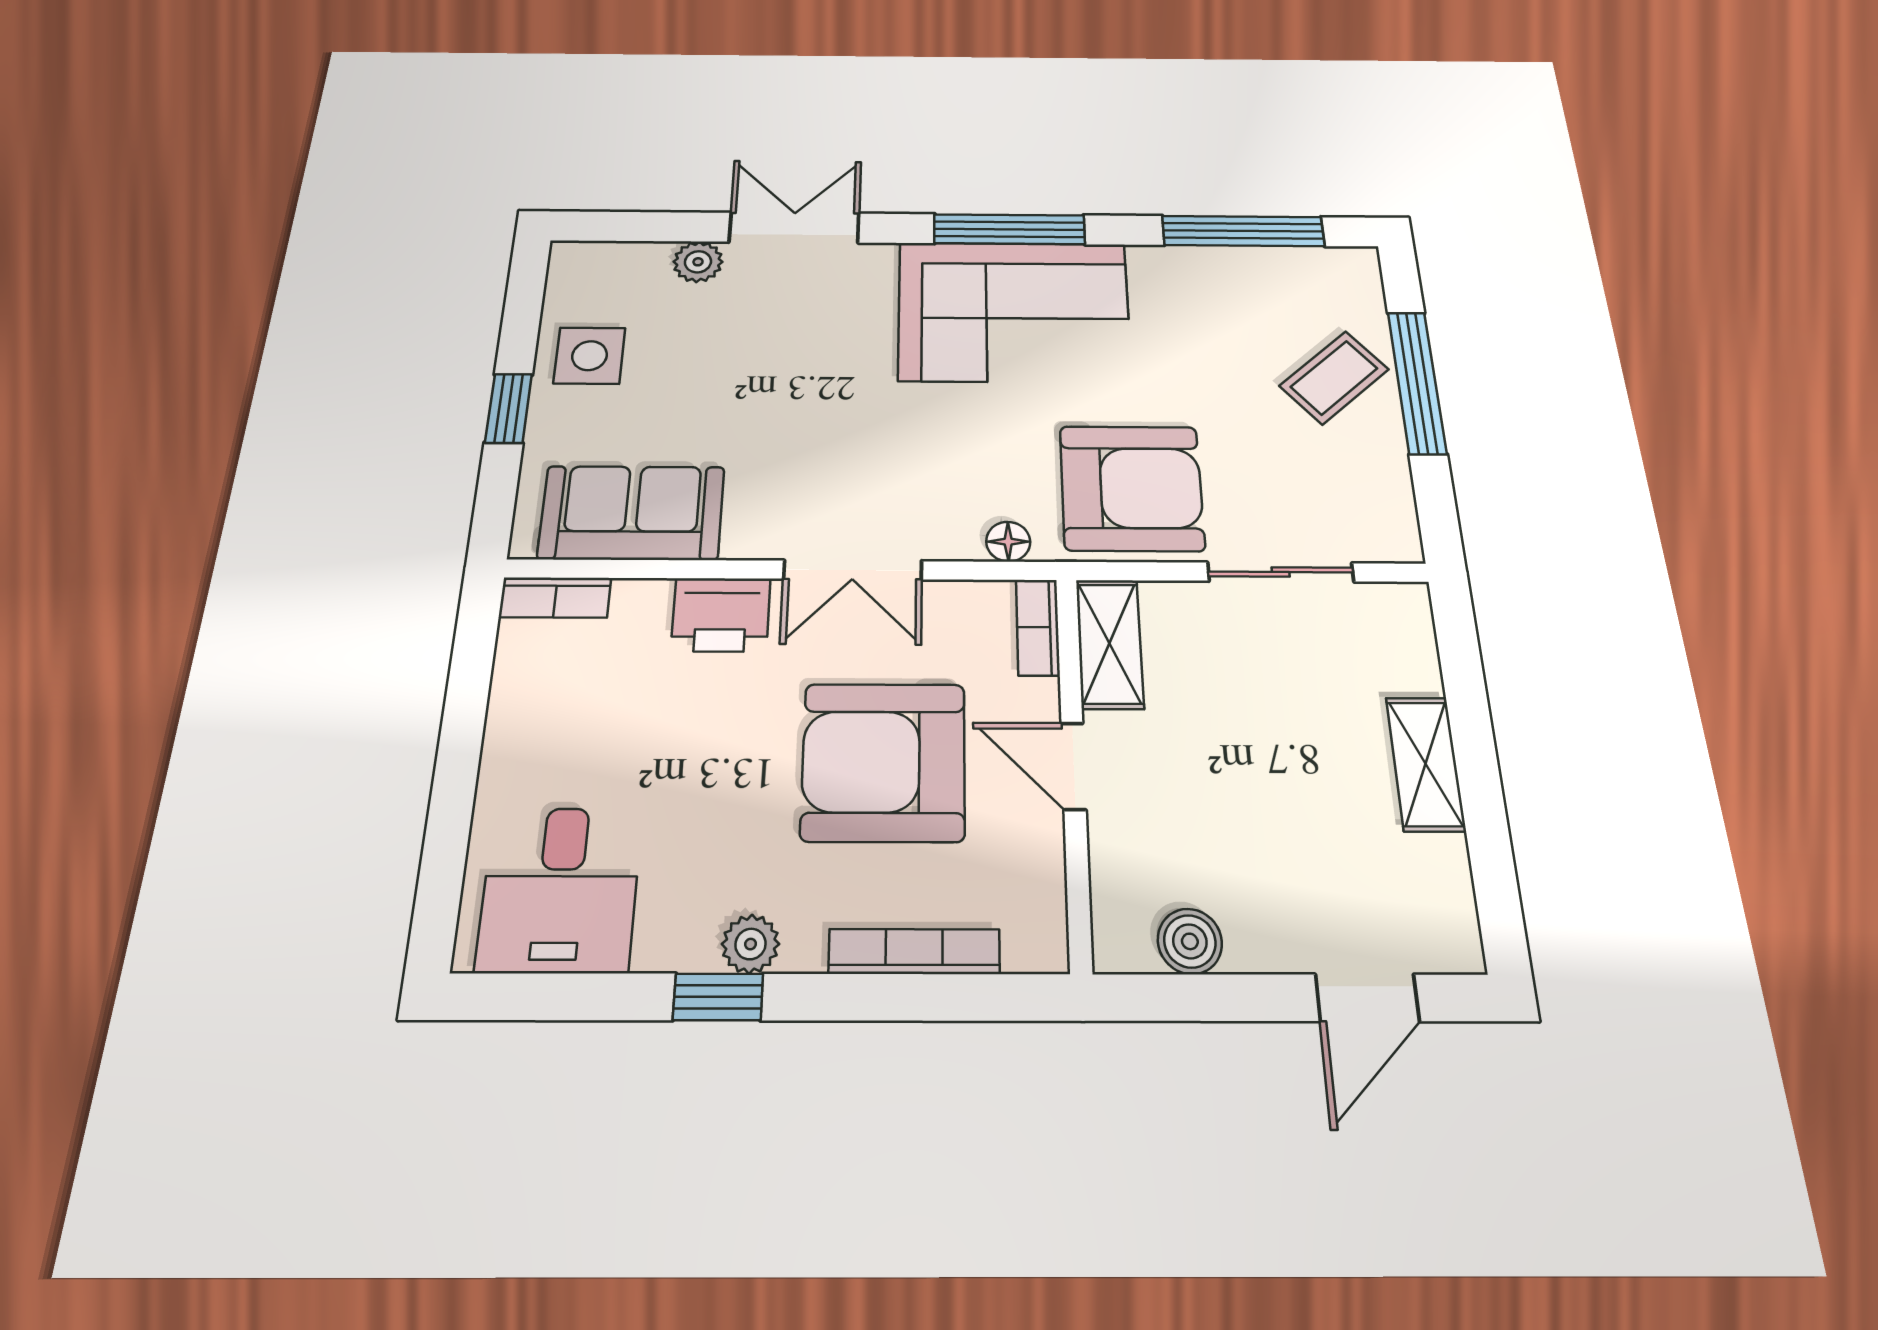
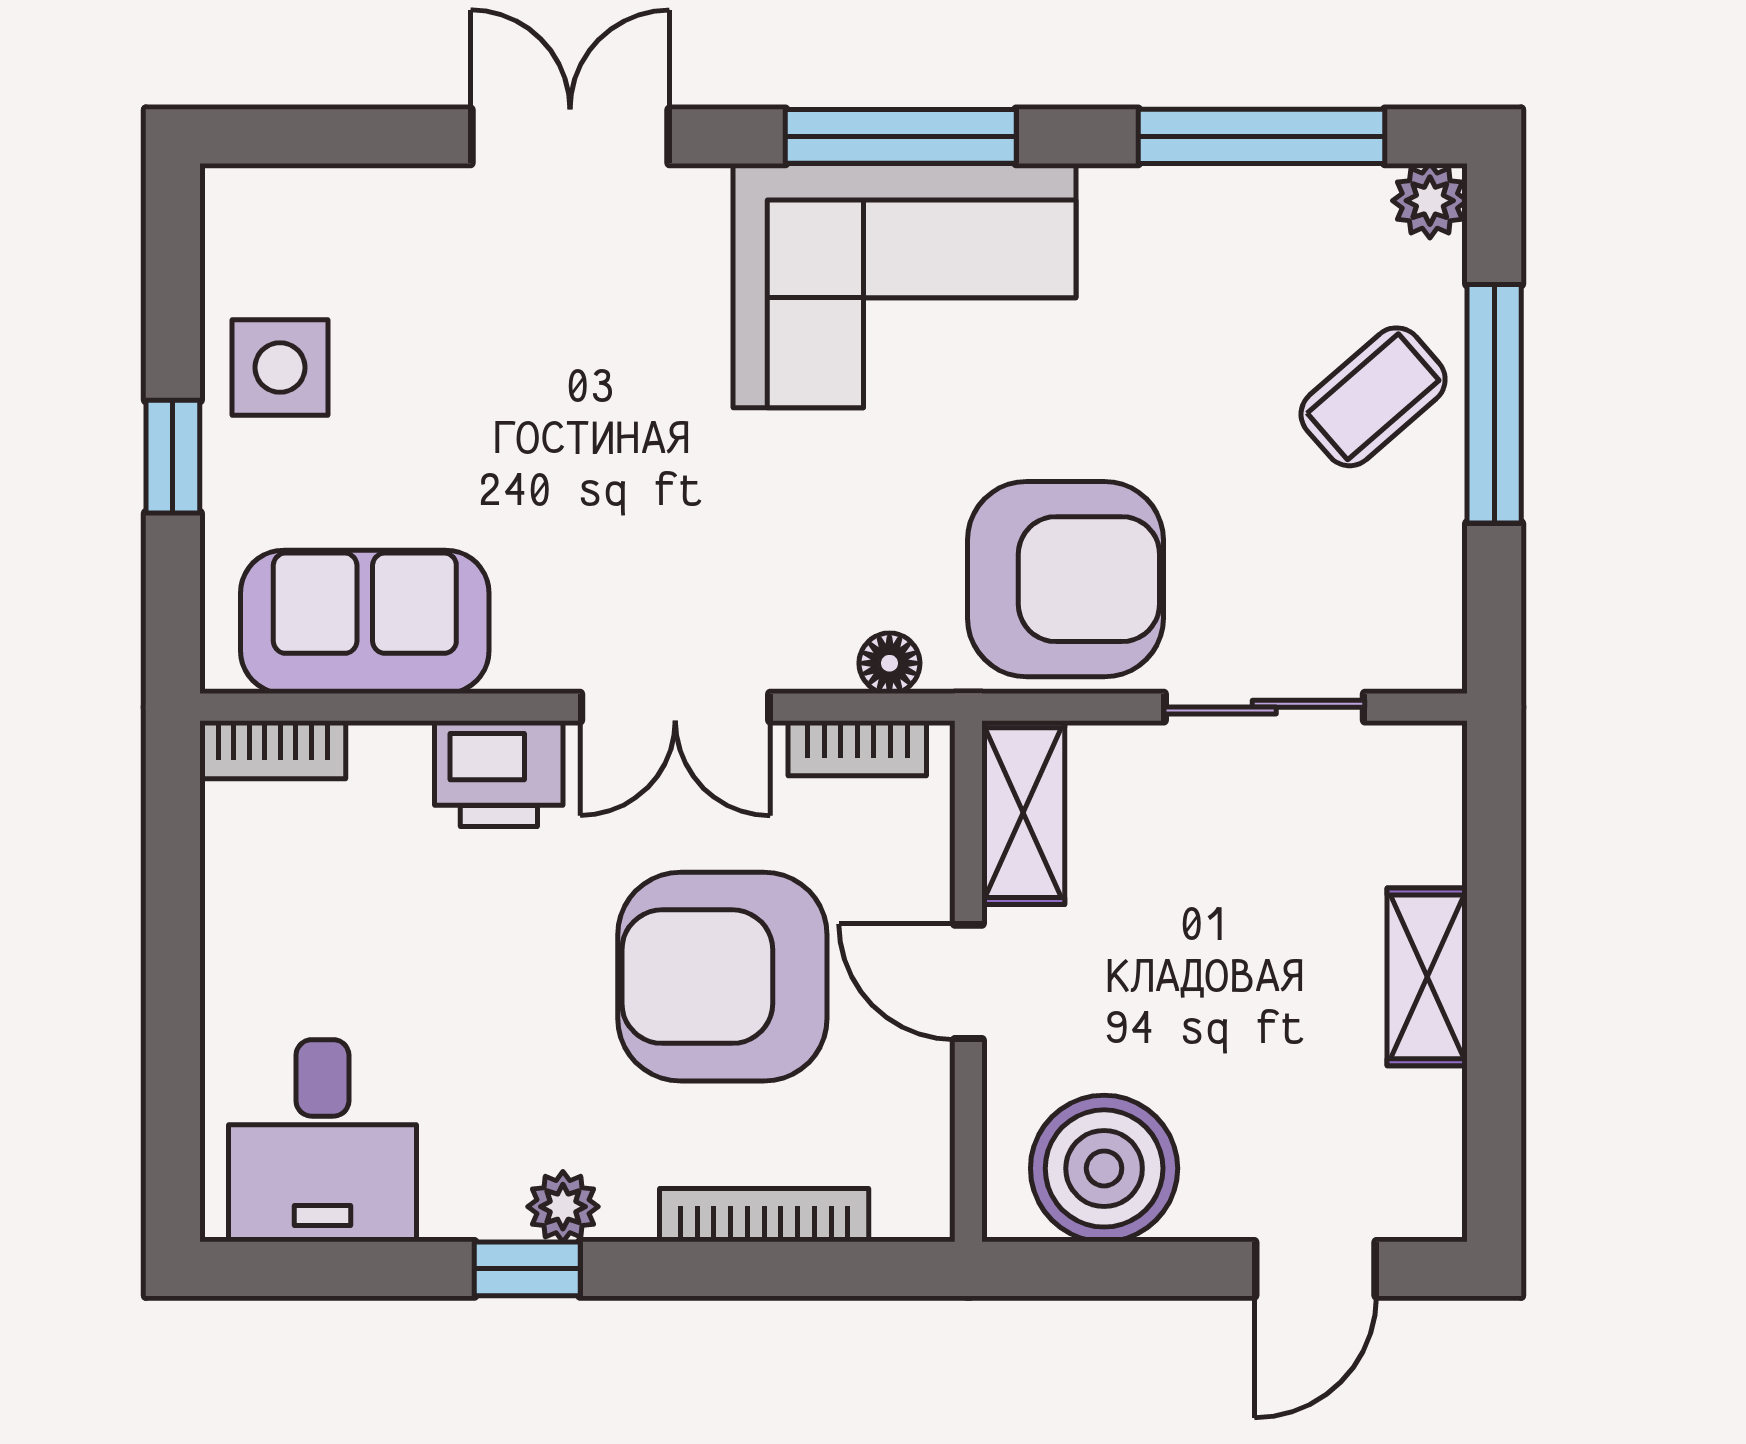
plant: (698, 262) -> (1430, 201), moved
bookcase: (1038, 627) -> (857, 748), moved, turned -90
boiler: (1190, 941) -> (1104, 1168), width x1.86, depth x1.86

